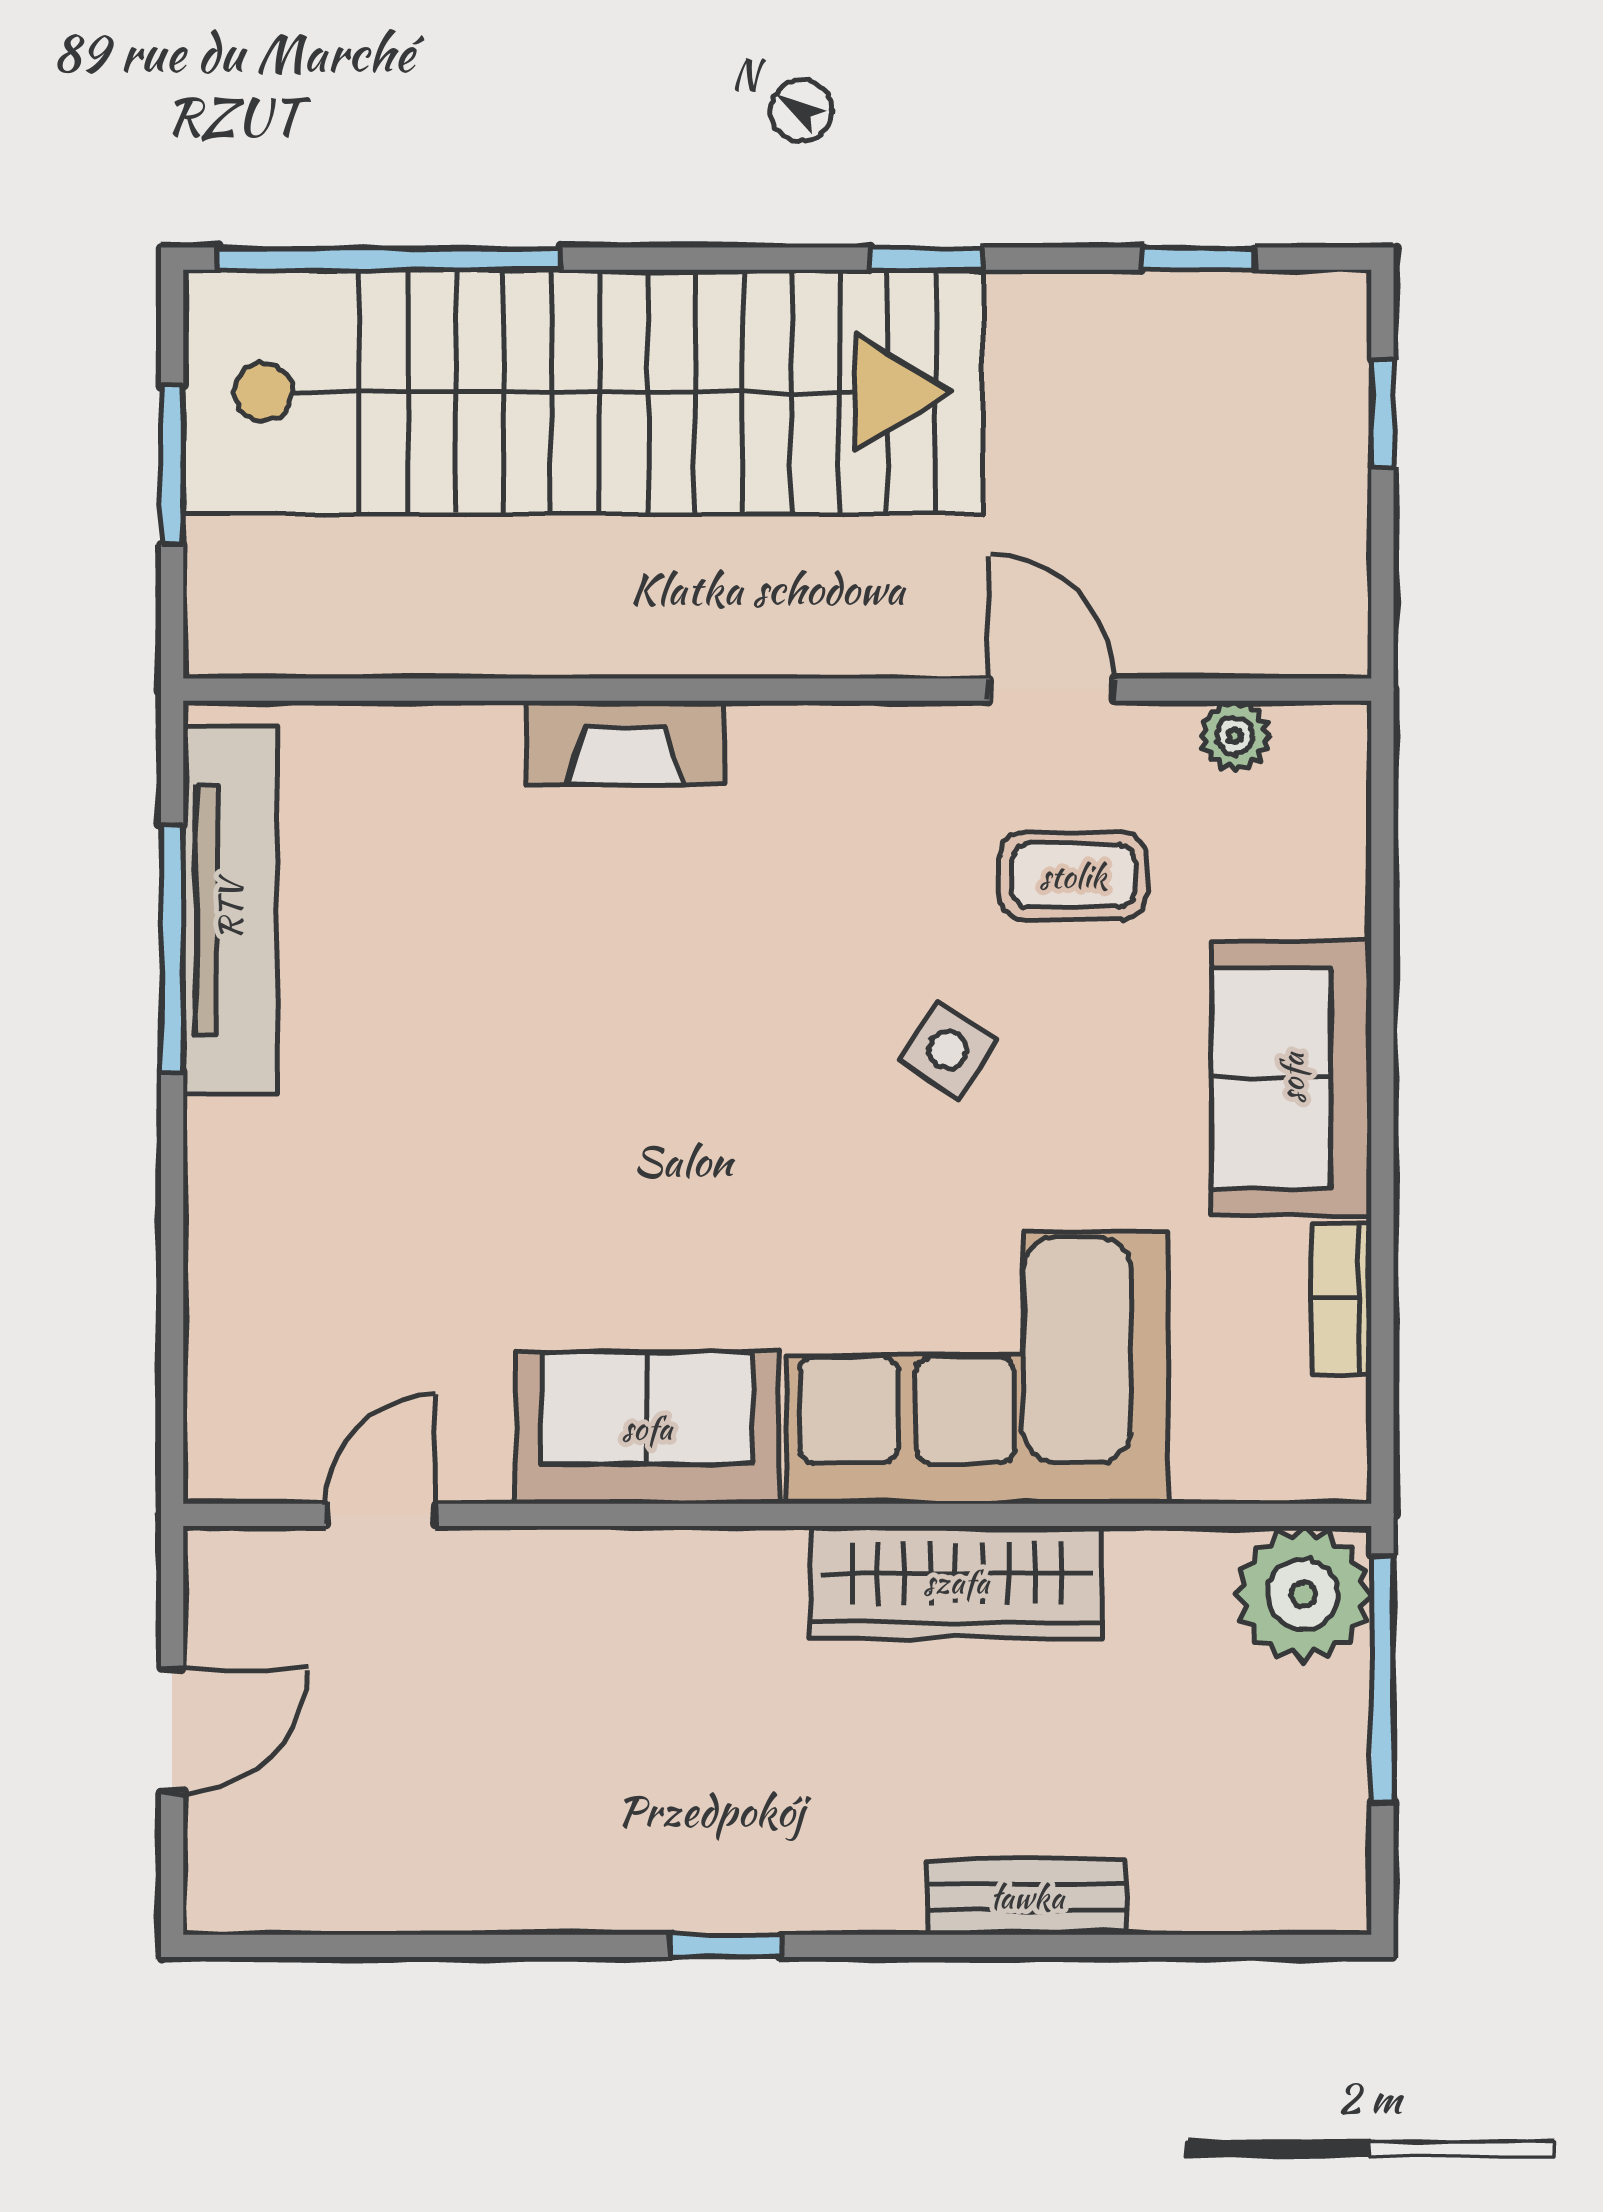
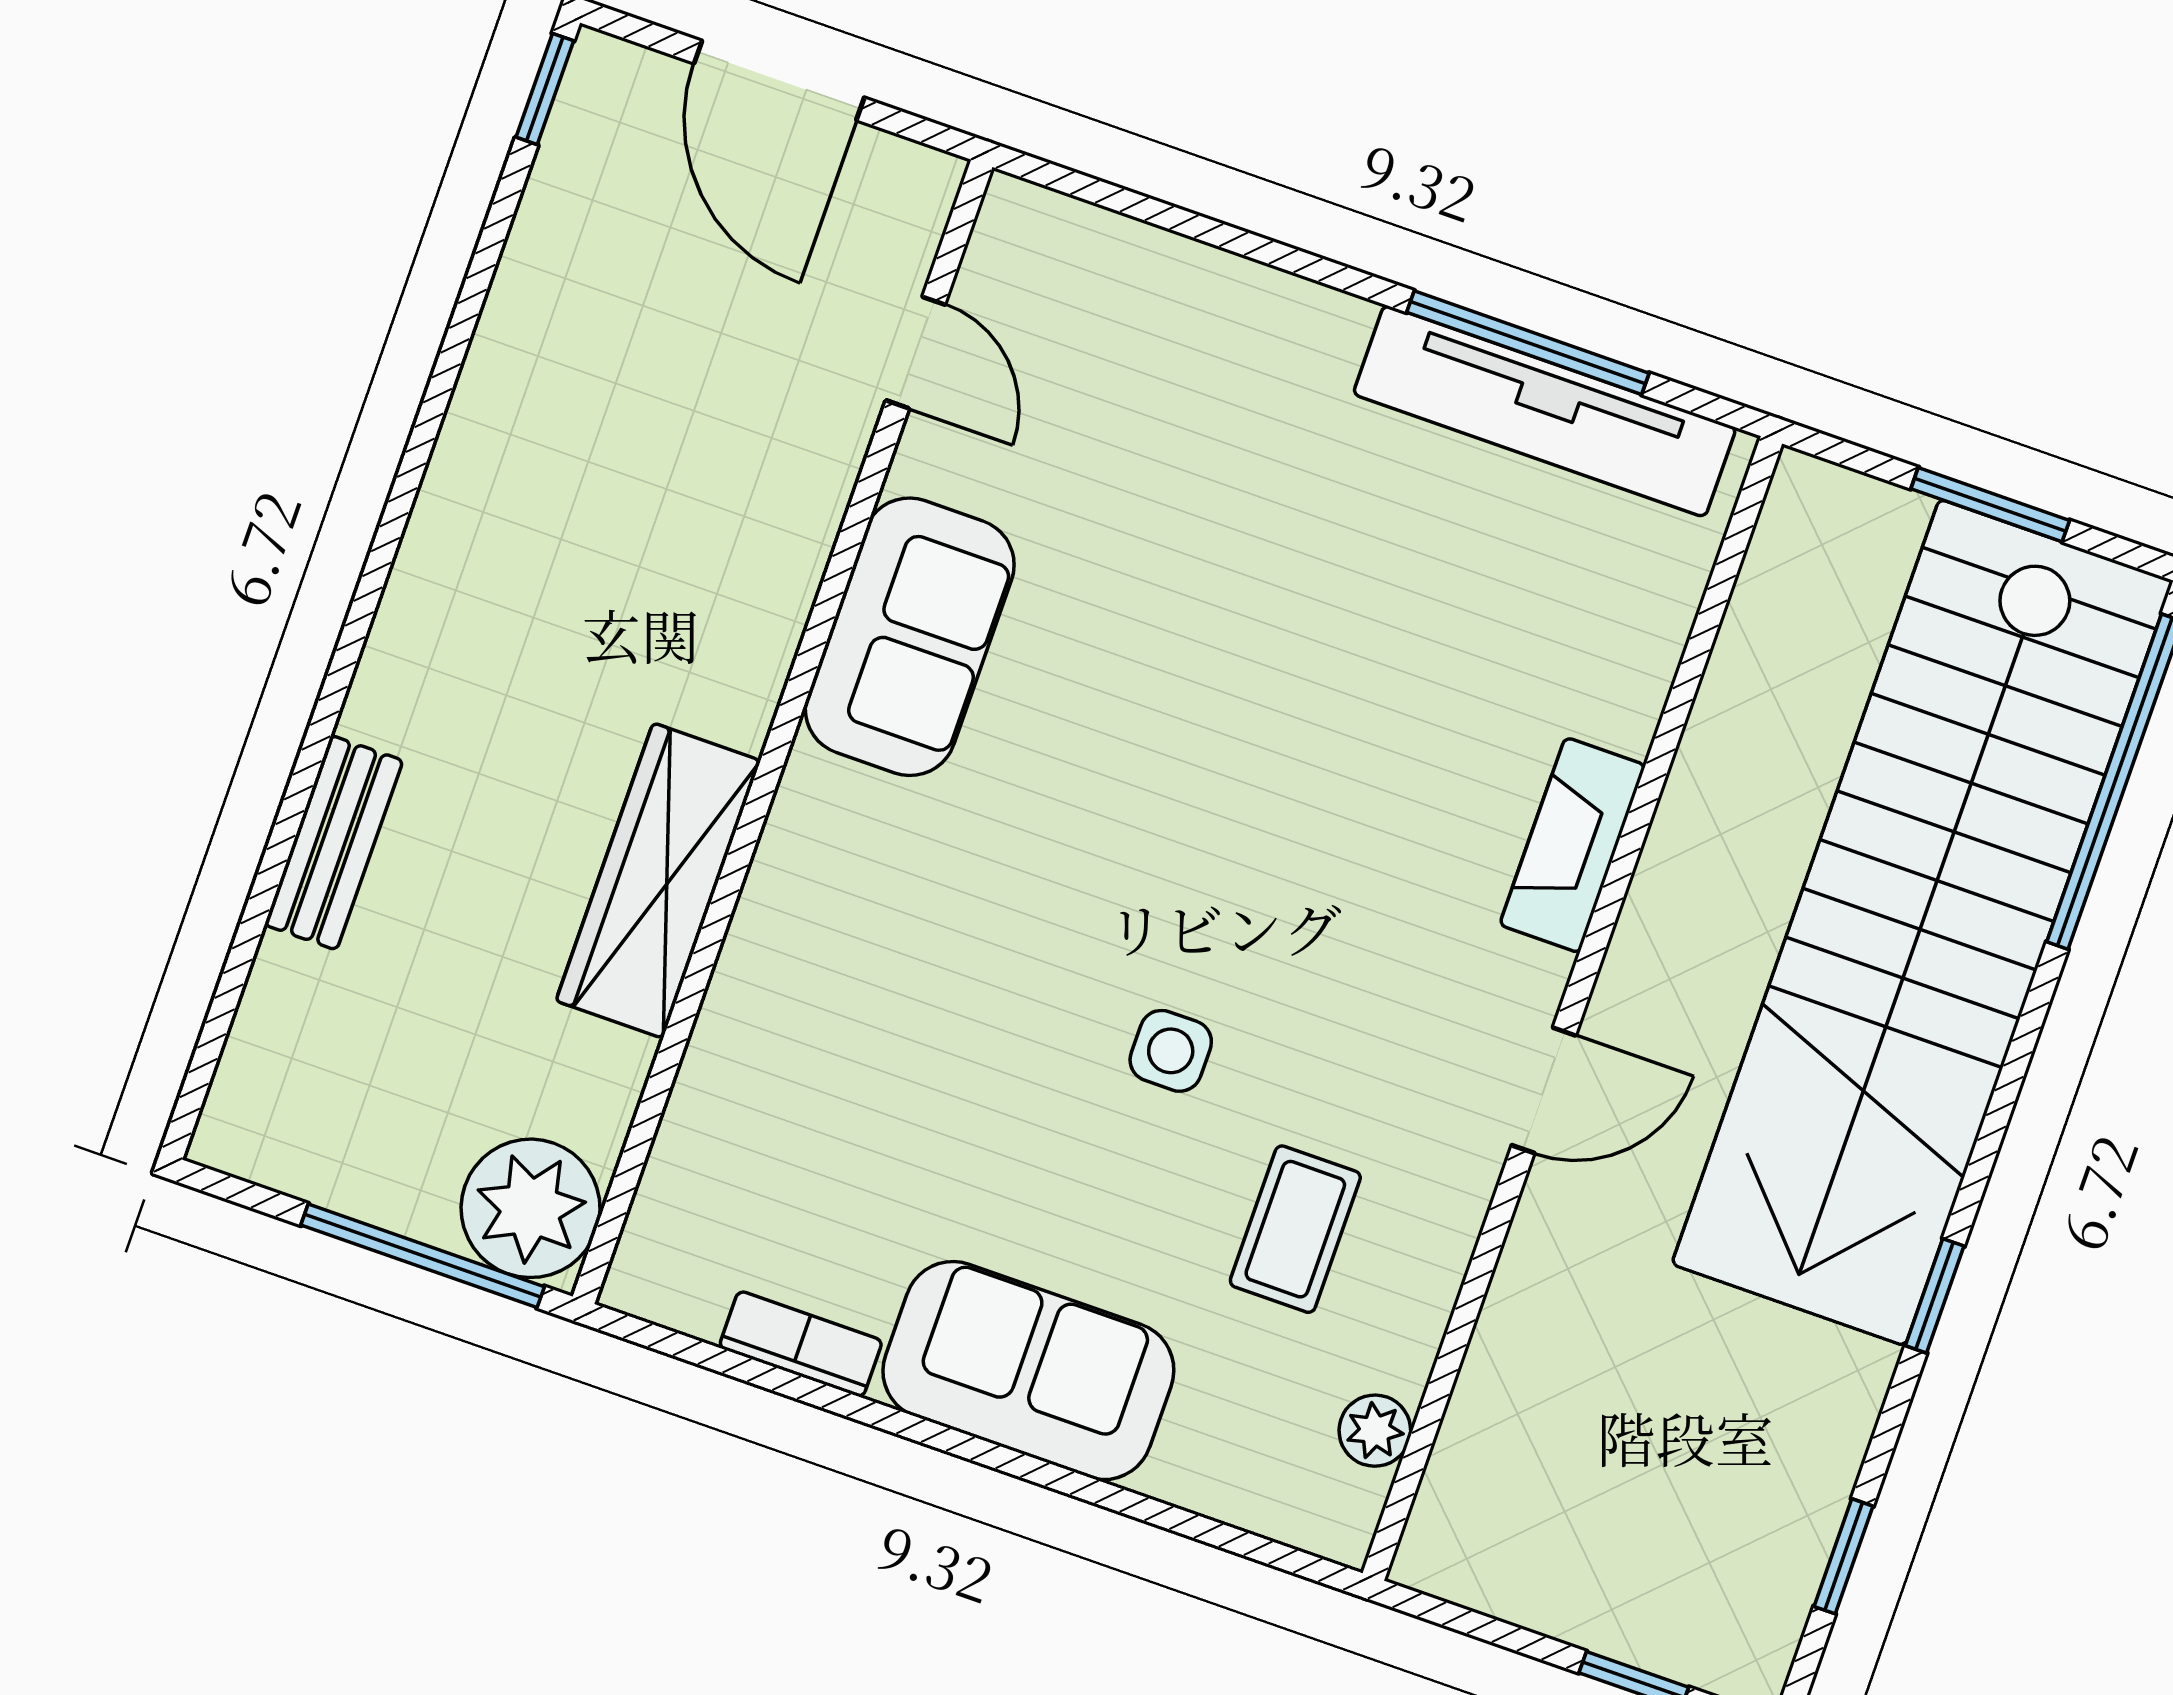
door: (1052, 690) -> (1544, 1090), moved
side table: (948, 1050) -> (1171, 1051), turned -34
corner sofa: (978, 1368) -> (857, 973), removed
door: (172, 1731) -> (779, 80), width x1.38
window: (725, 1946) -> (545, 89), moved

